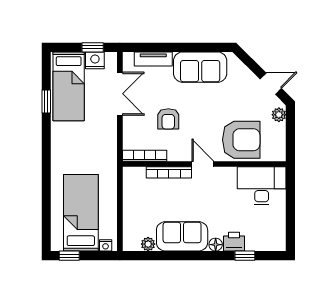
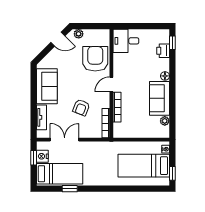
door: (271, 84) -> (58, 39), swing flipped
armchair: (168, 119) -> (81, 107), turned 111
desk: (262, 186) -> (126, 41), width x0.73
printer: (234, 242) -> (163, 51), moved
window: (245, 256) -> (172, 43), moved

